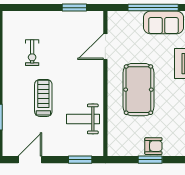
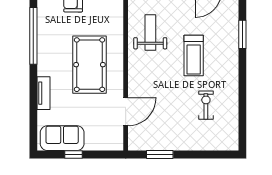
window: (153, 8) -> (73, 155), width x0.32
weight bench: (83, 119) -> (150, 32), turned -90

